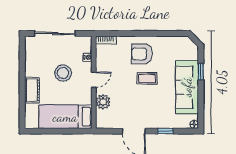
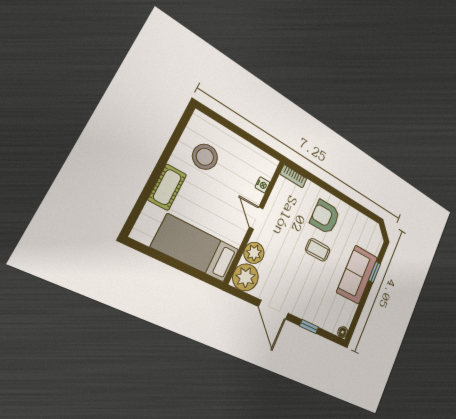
sliding door: (55, 33) -> (237, 130), removed
stool: (63, 73) -> (205, 157), moved
door: (94, 80) -> (256, 218), swing flipped
sofa: (187, 87) -> (357, 275), width x0.73
plant: (105, 119) -> (246, 277), added

